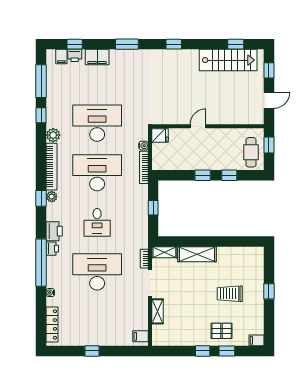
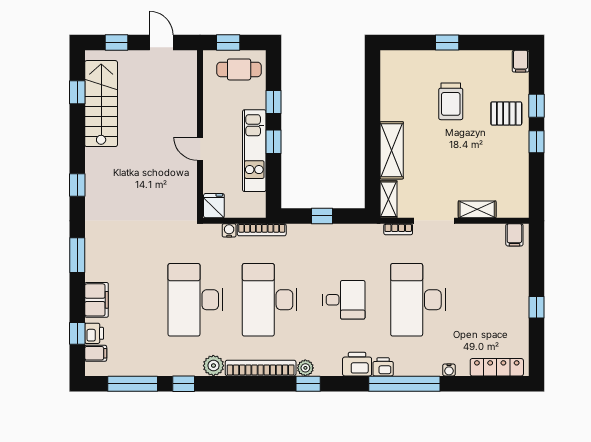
kitchen unit: (197, 162) -> (254, 151), added
pallet: (222, 331) -> (506, 113), turned 90

